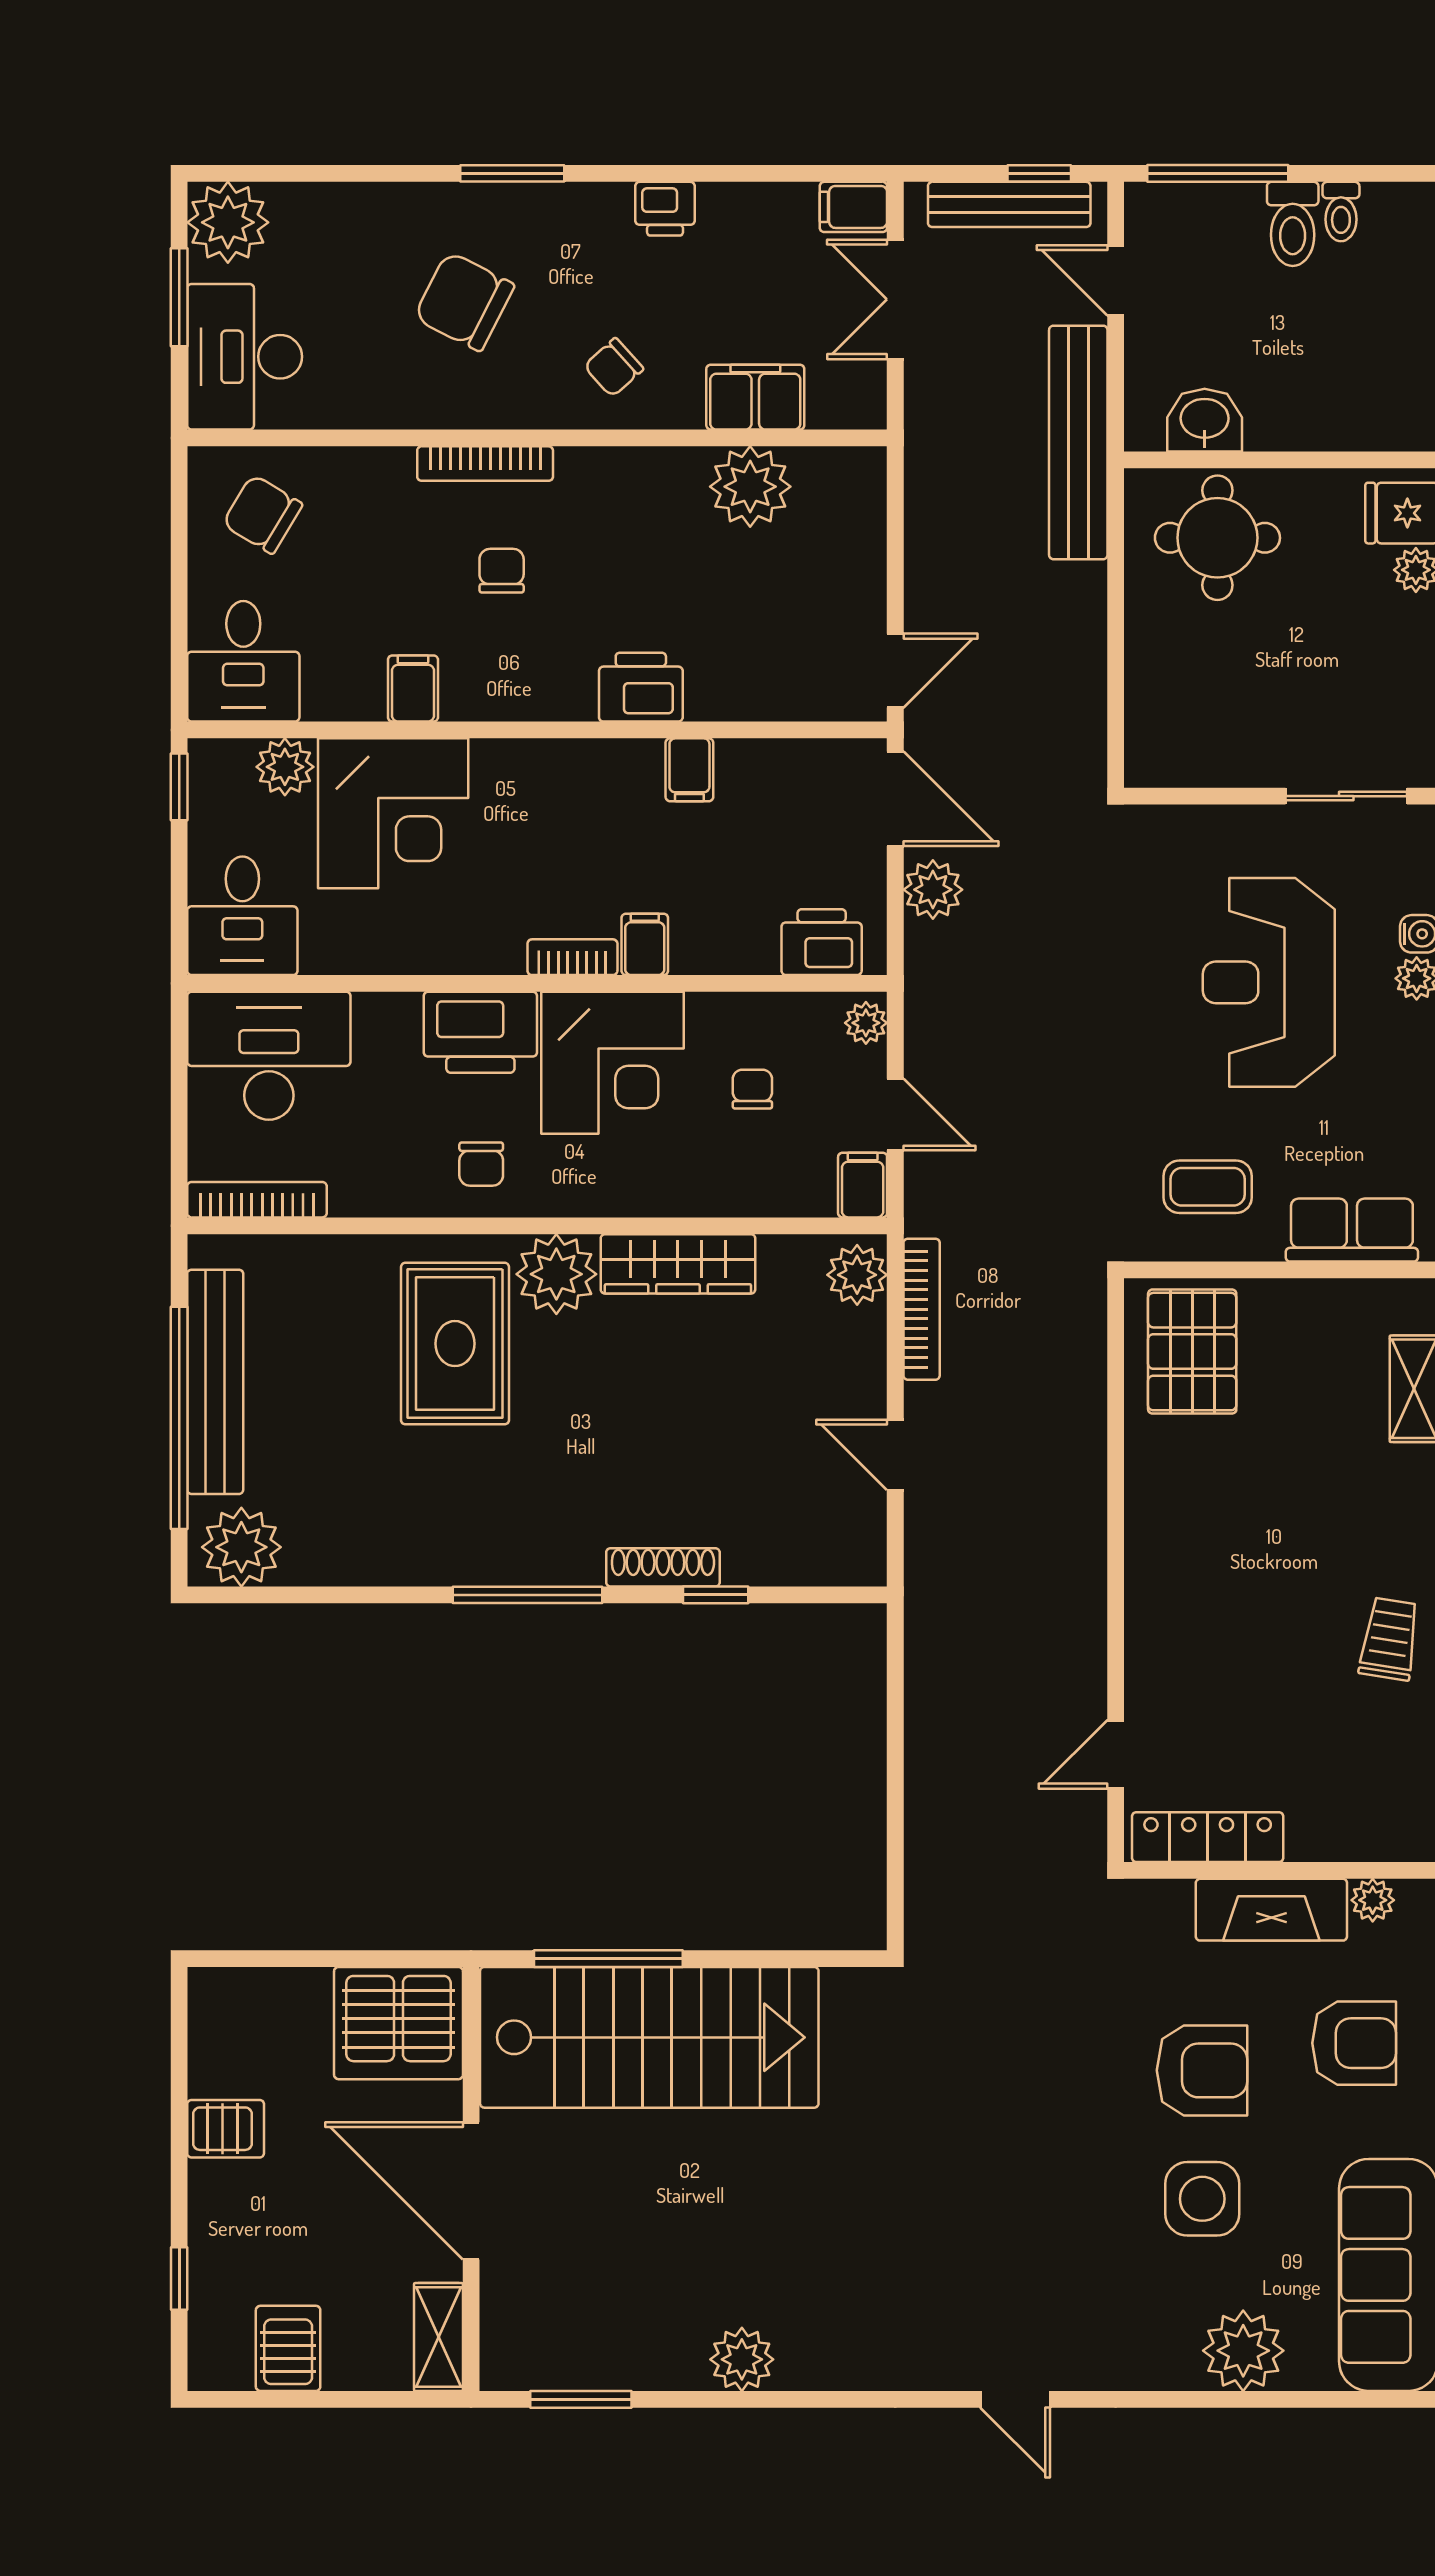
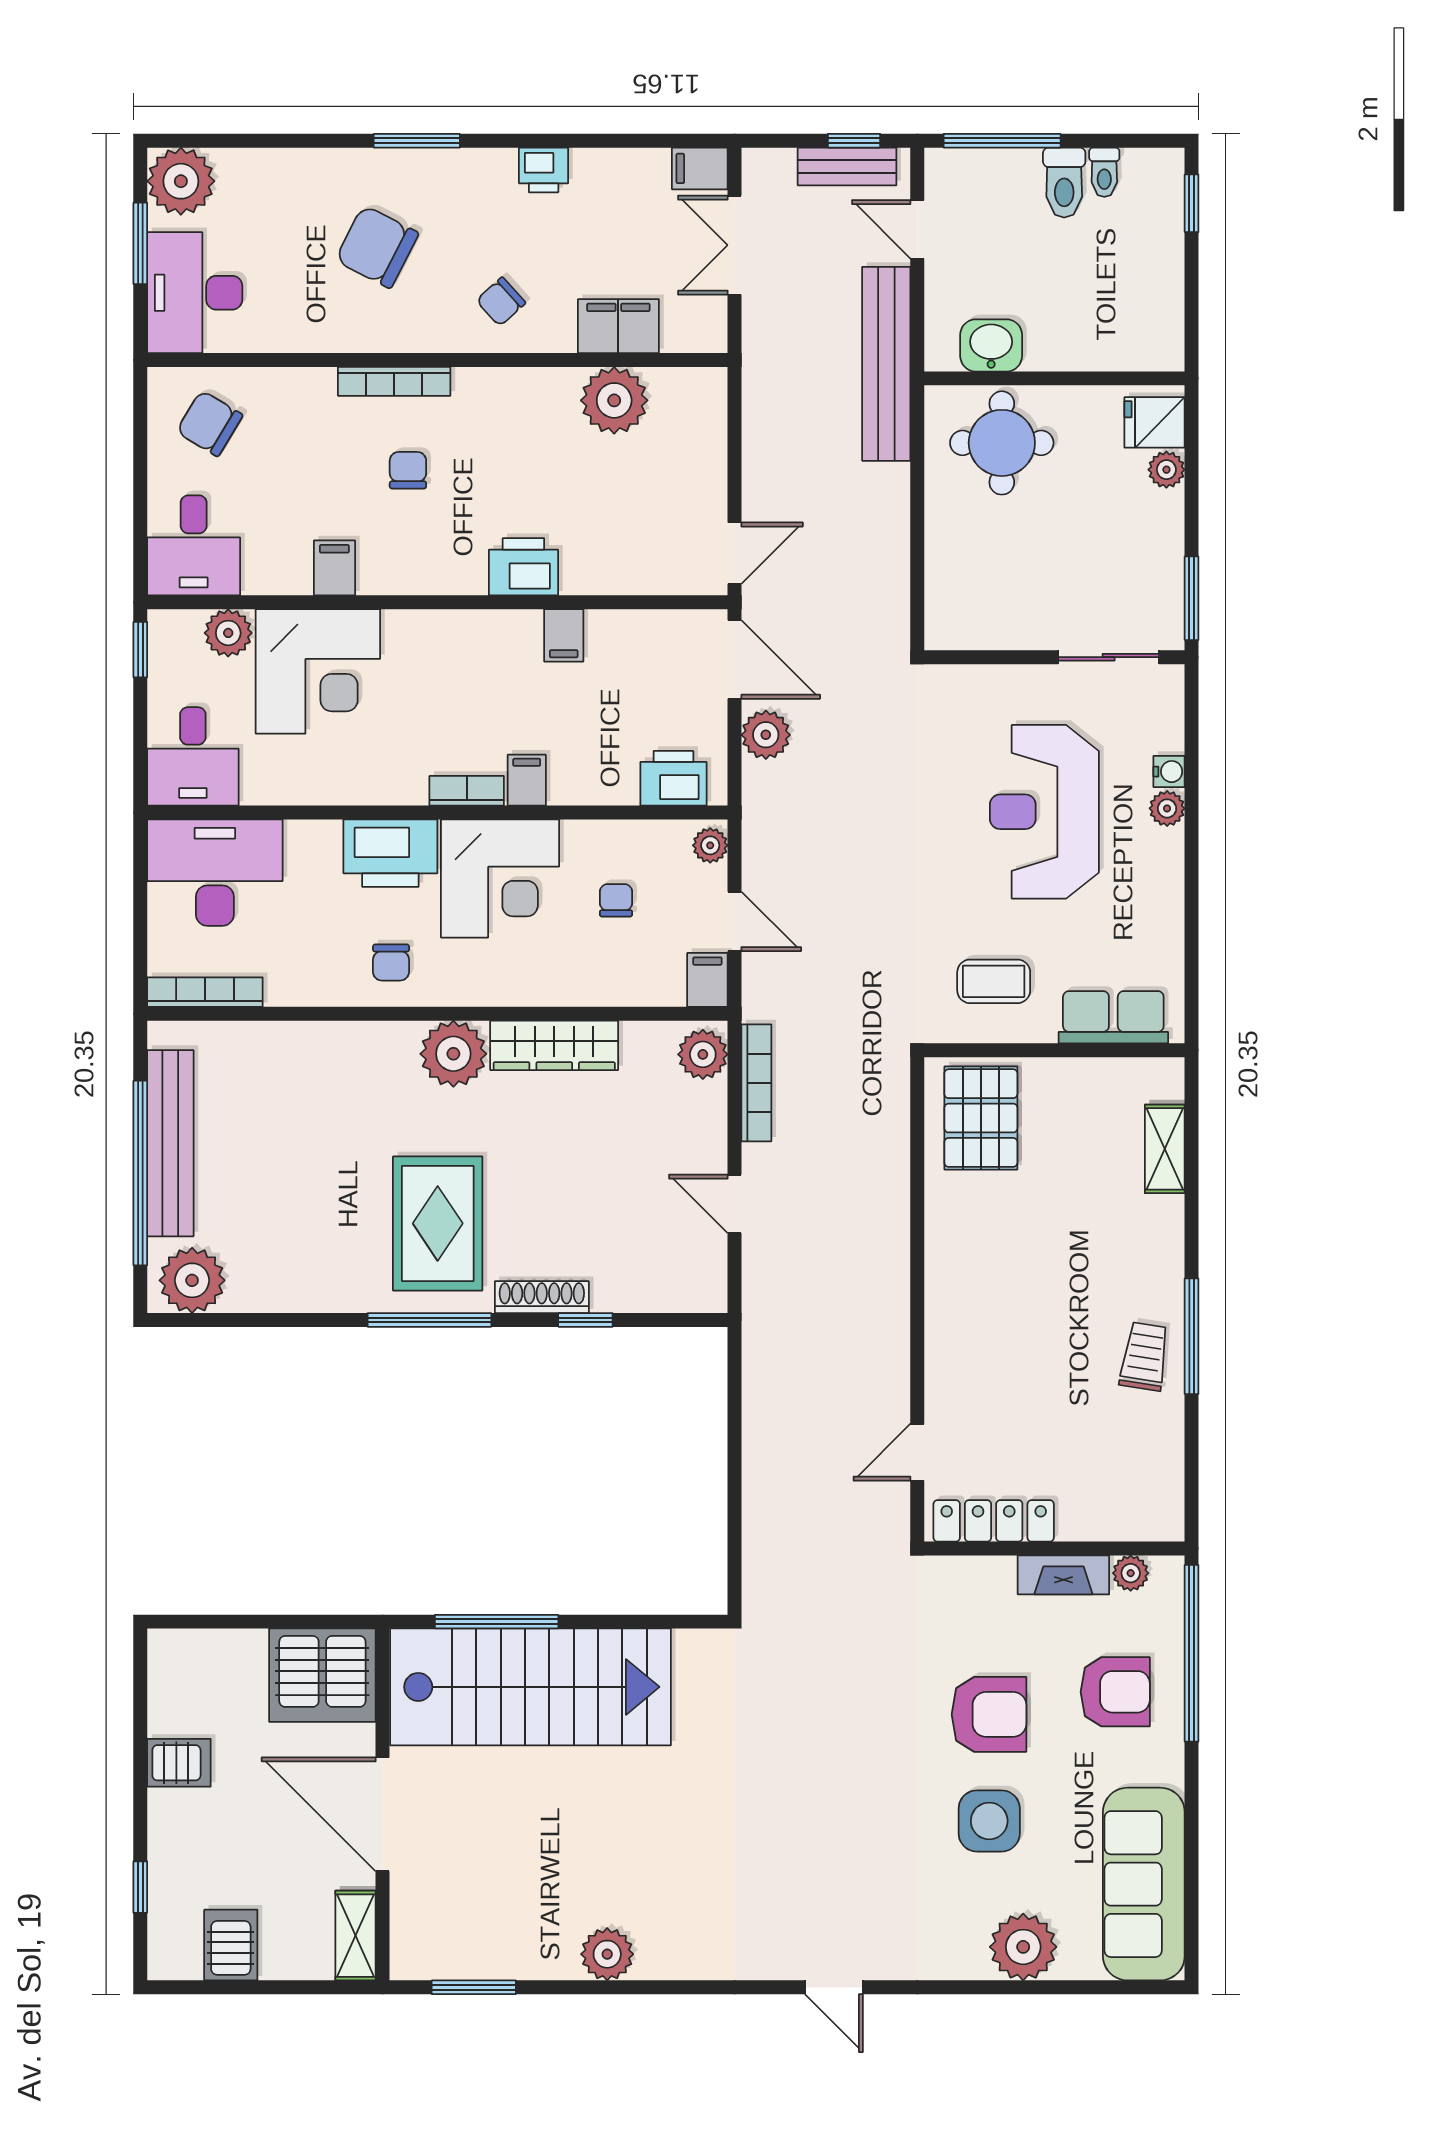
bench: (1009, 204) -> (847, 166), width x0.73
rug: (455, 1344) -> (438, 1223), moved
fireplace: (1271, 1910) -> (1063, 1575), width x0.73, depth x0.76

